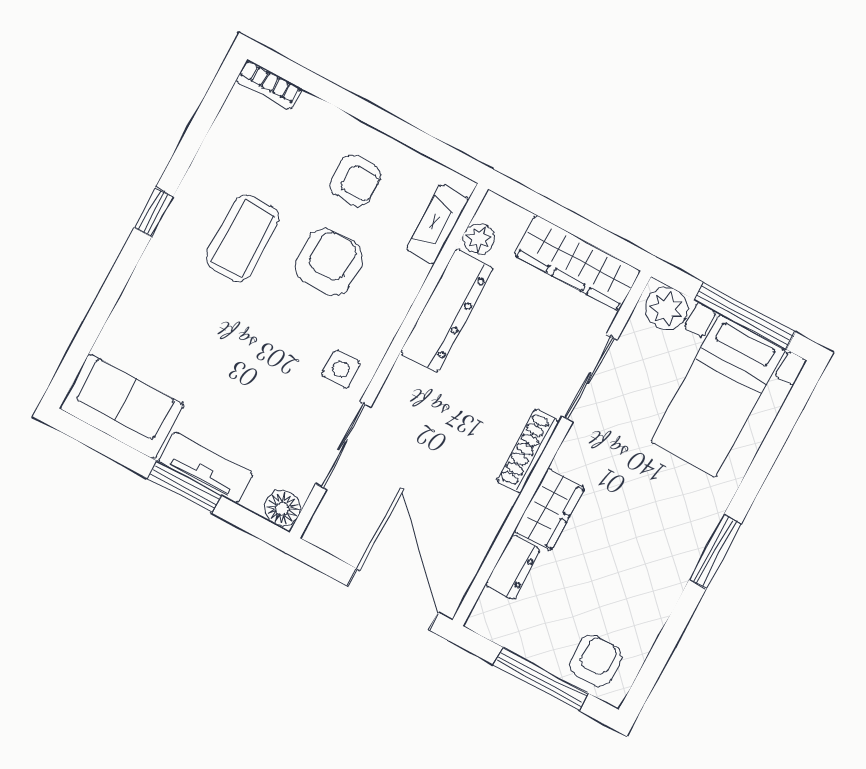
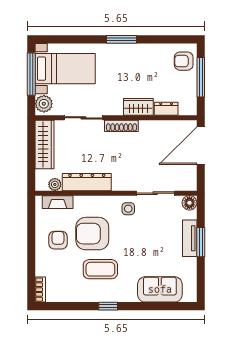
armchair: (329, 262) -> (92, 234), width x1.36, depth x1.36
sofa: (122, 407) -> (160, 289), moved, turned 90

